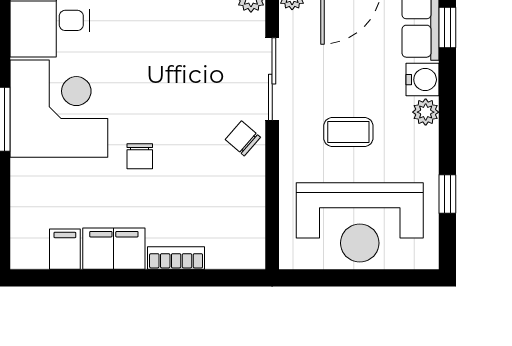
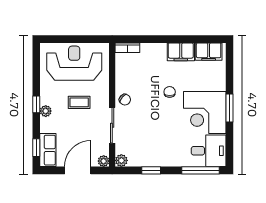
water cooler: (422, 80) -> (47, 125), removed
window: (447, 194) -> (36, 104), moved
filing cabinet: (65, 249) -> (209, 52), width x2.00
bookcase: (176, 258) -> (127, 48), moved

